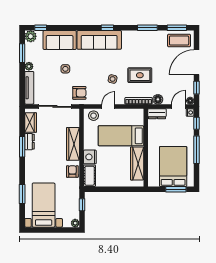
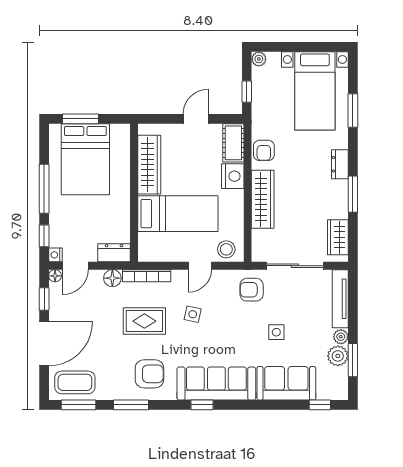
plant: (31, 36) -> (338, 356), moved
armchair: (137, 45) -> (149, 374), added
dresser: (29, 142) -> (340, 164), moved
door: (111, 189) -> (196, 119), added

